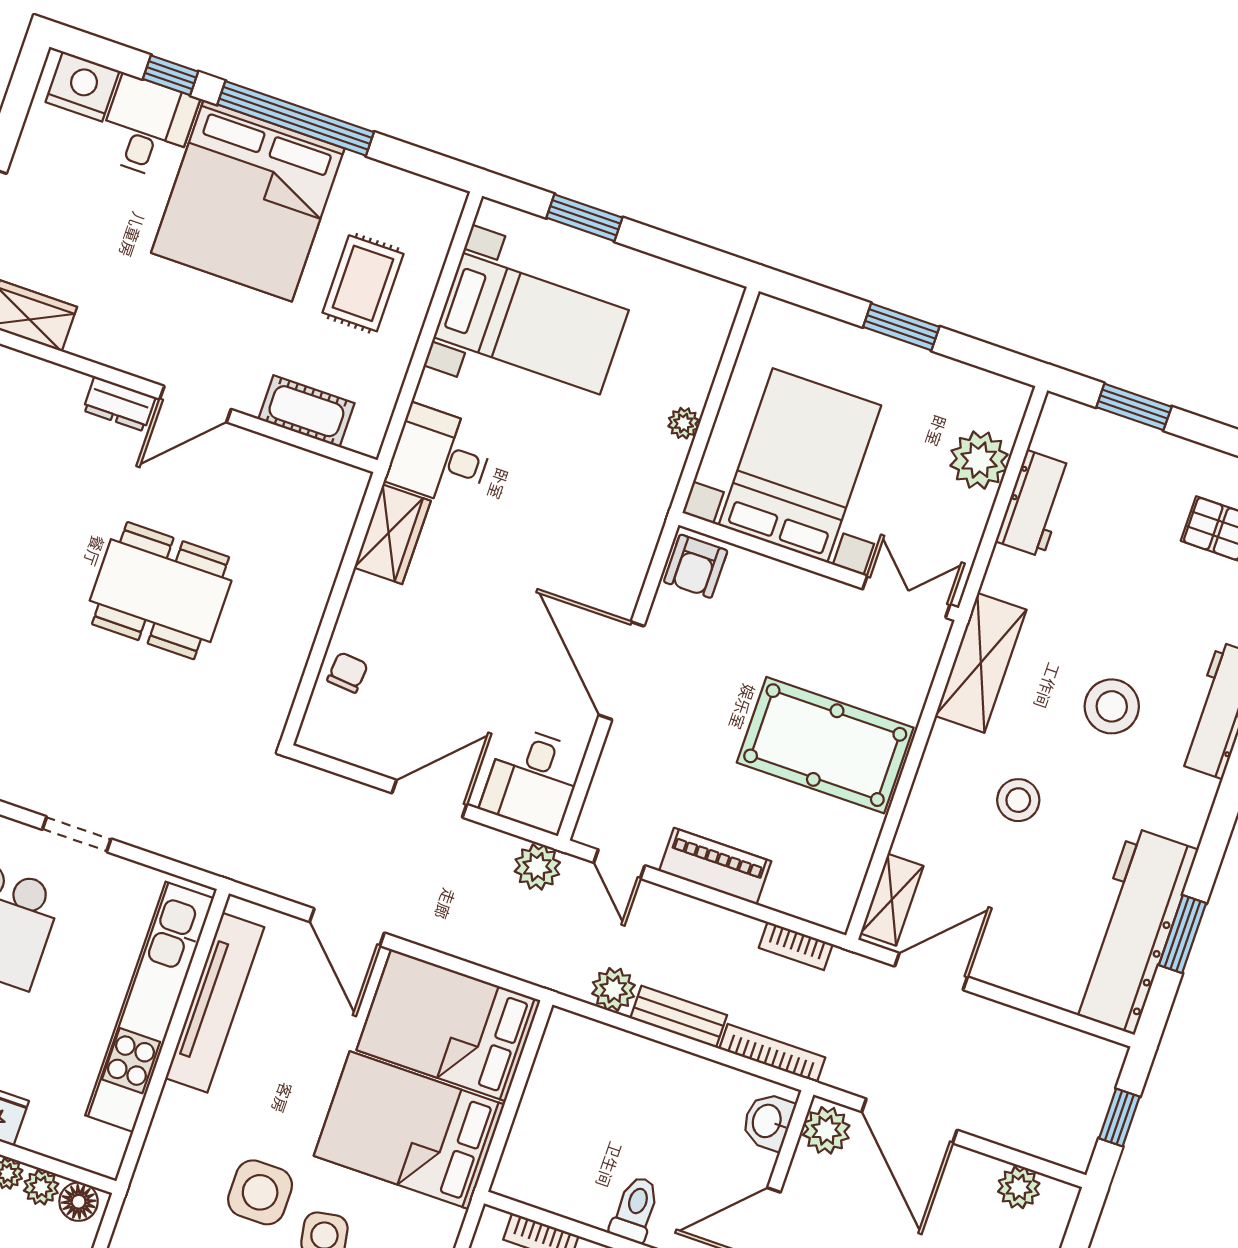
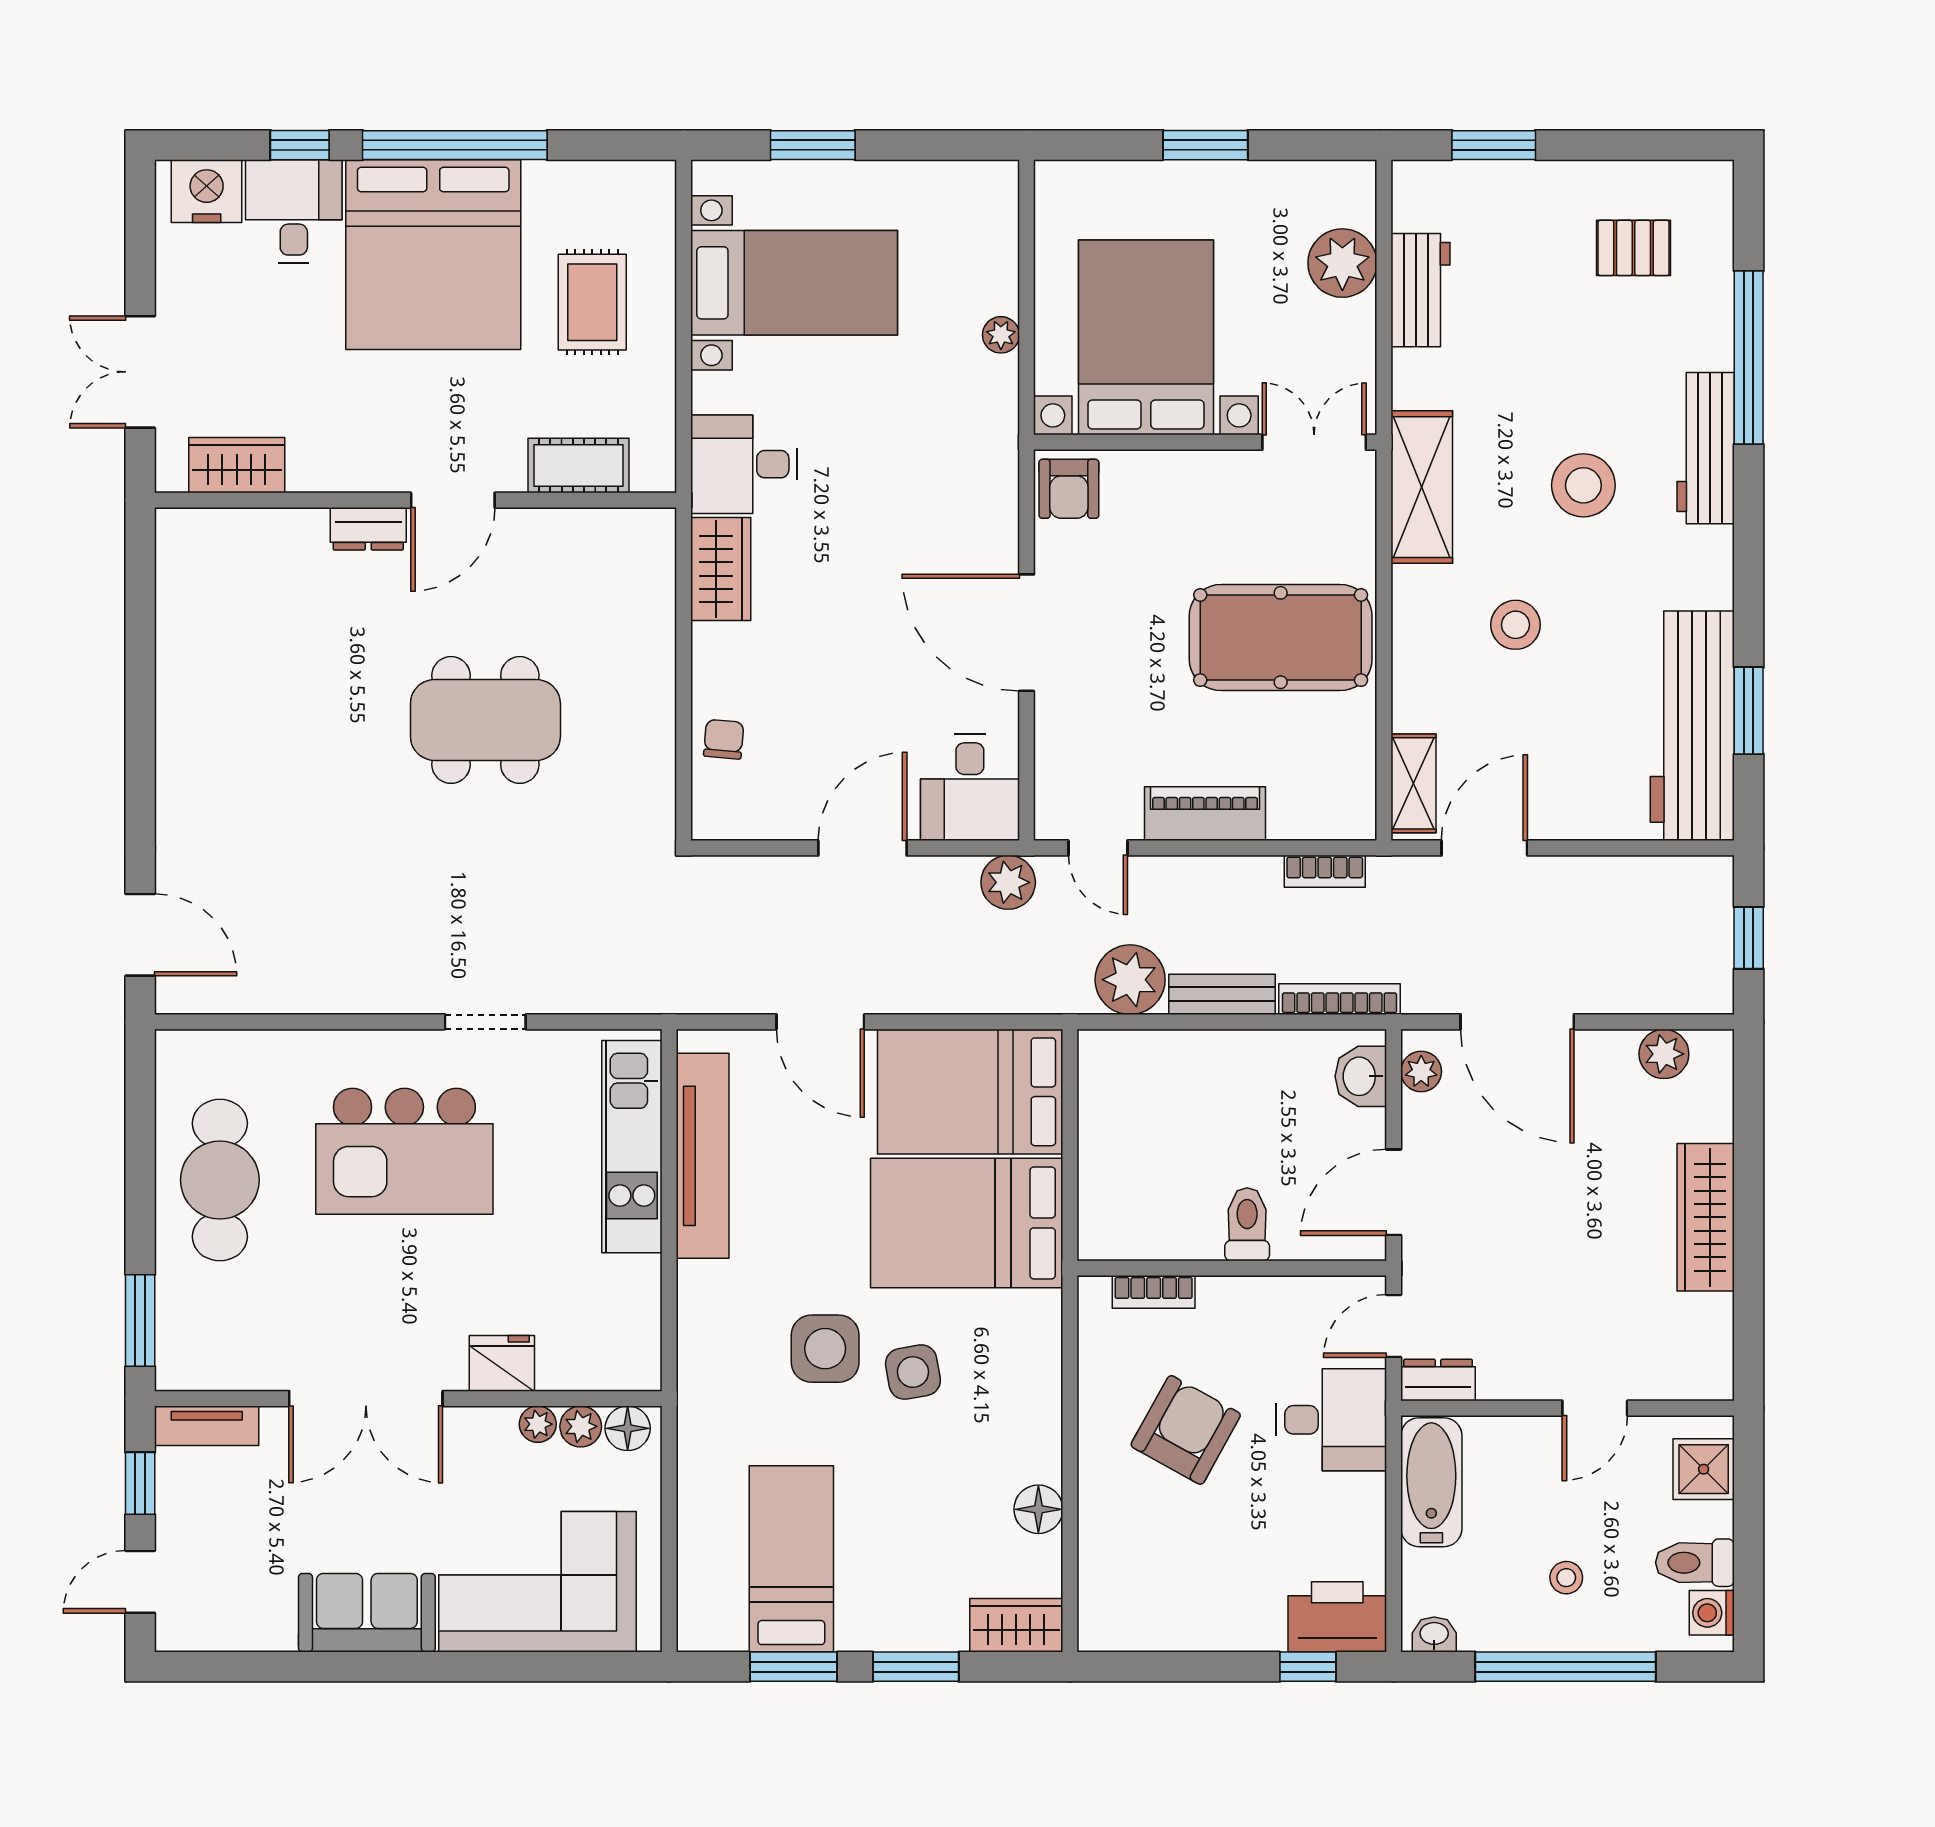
plant: (614, 989) -> (1130, 980), width x1.36, depth x1.36
kitchen unit: (150, 1007) -> (632, 1147), width x0.73
plant: (826, 1130) -> (1421, 1072), width x0.73, depth x0.73

